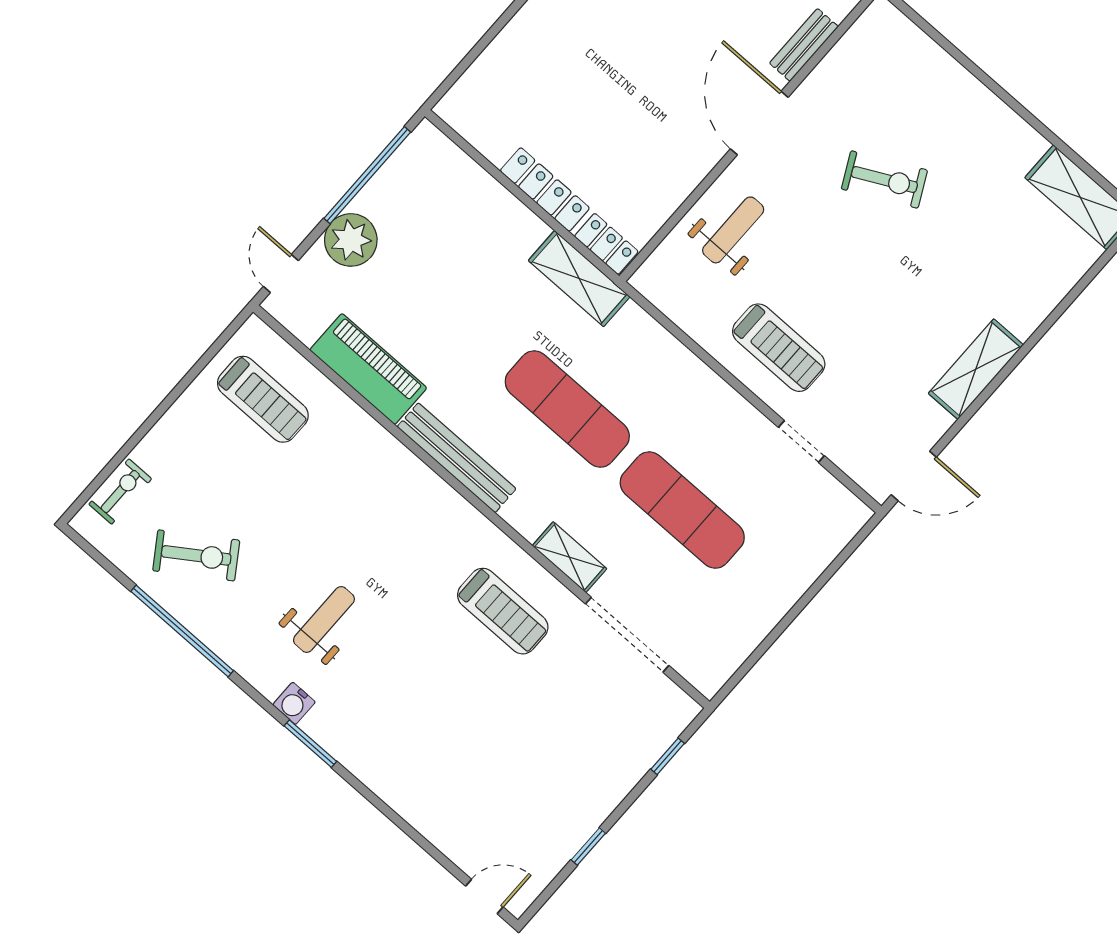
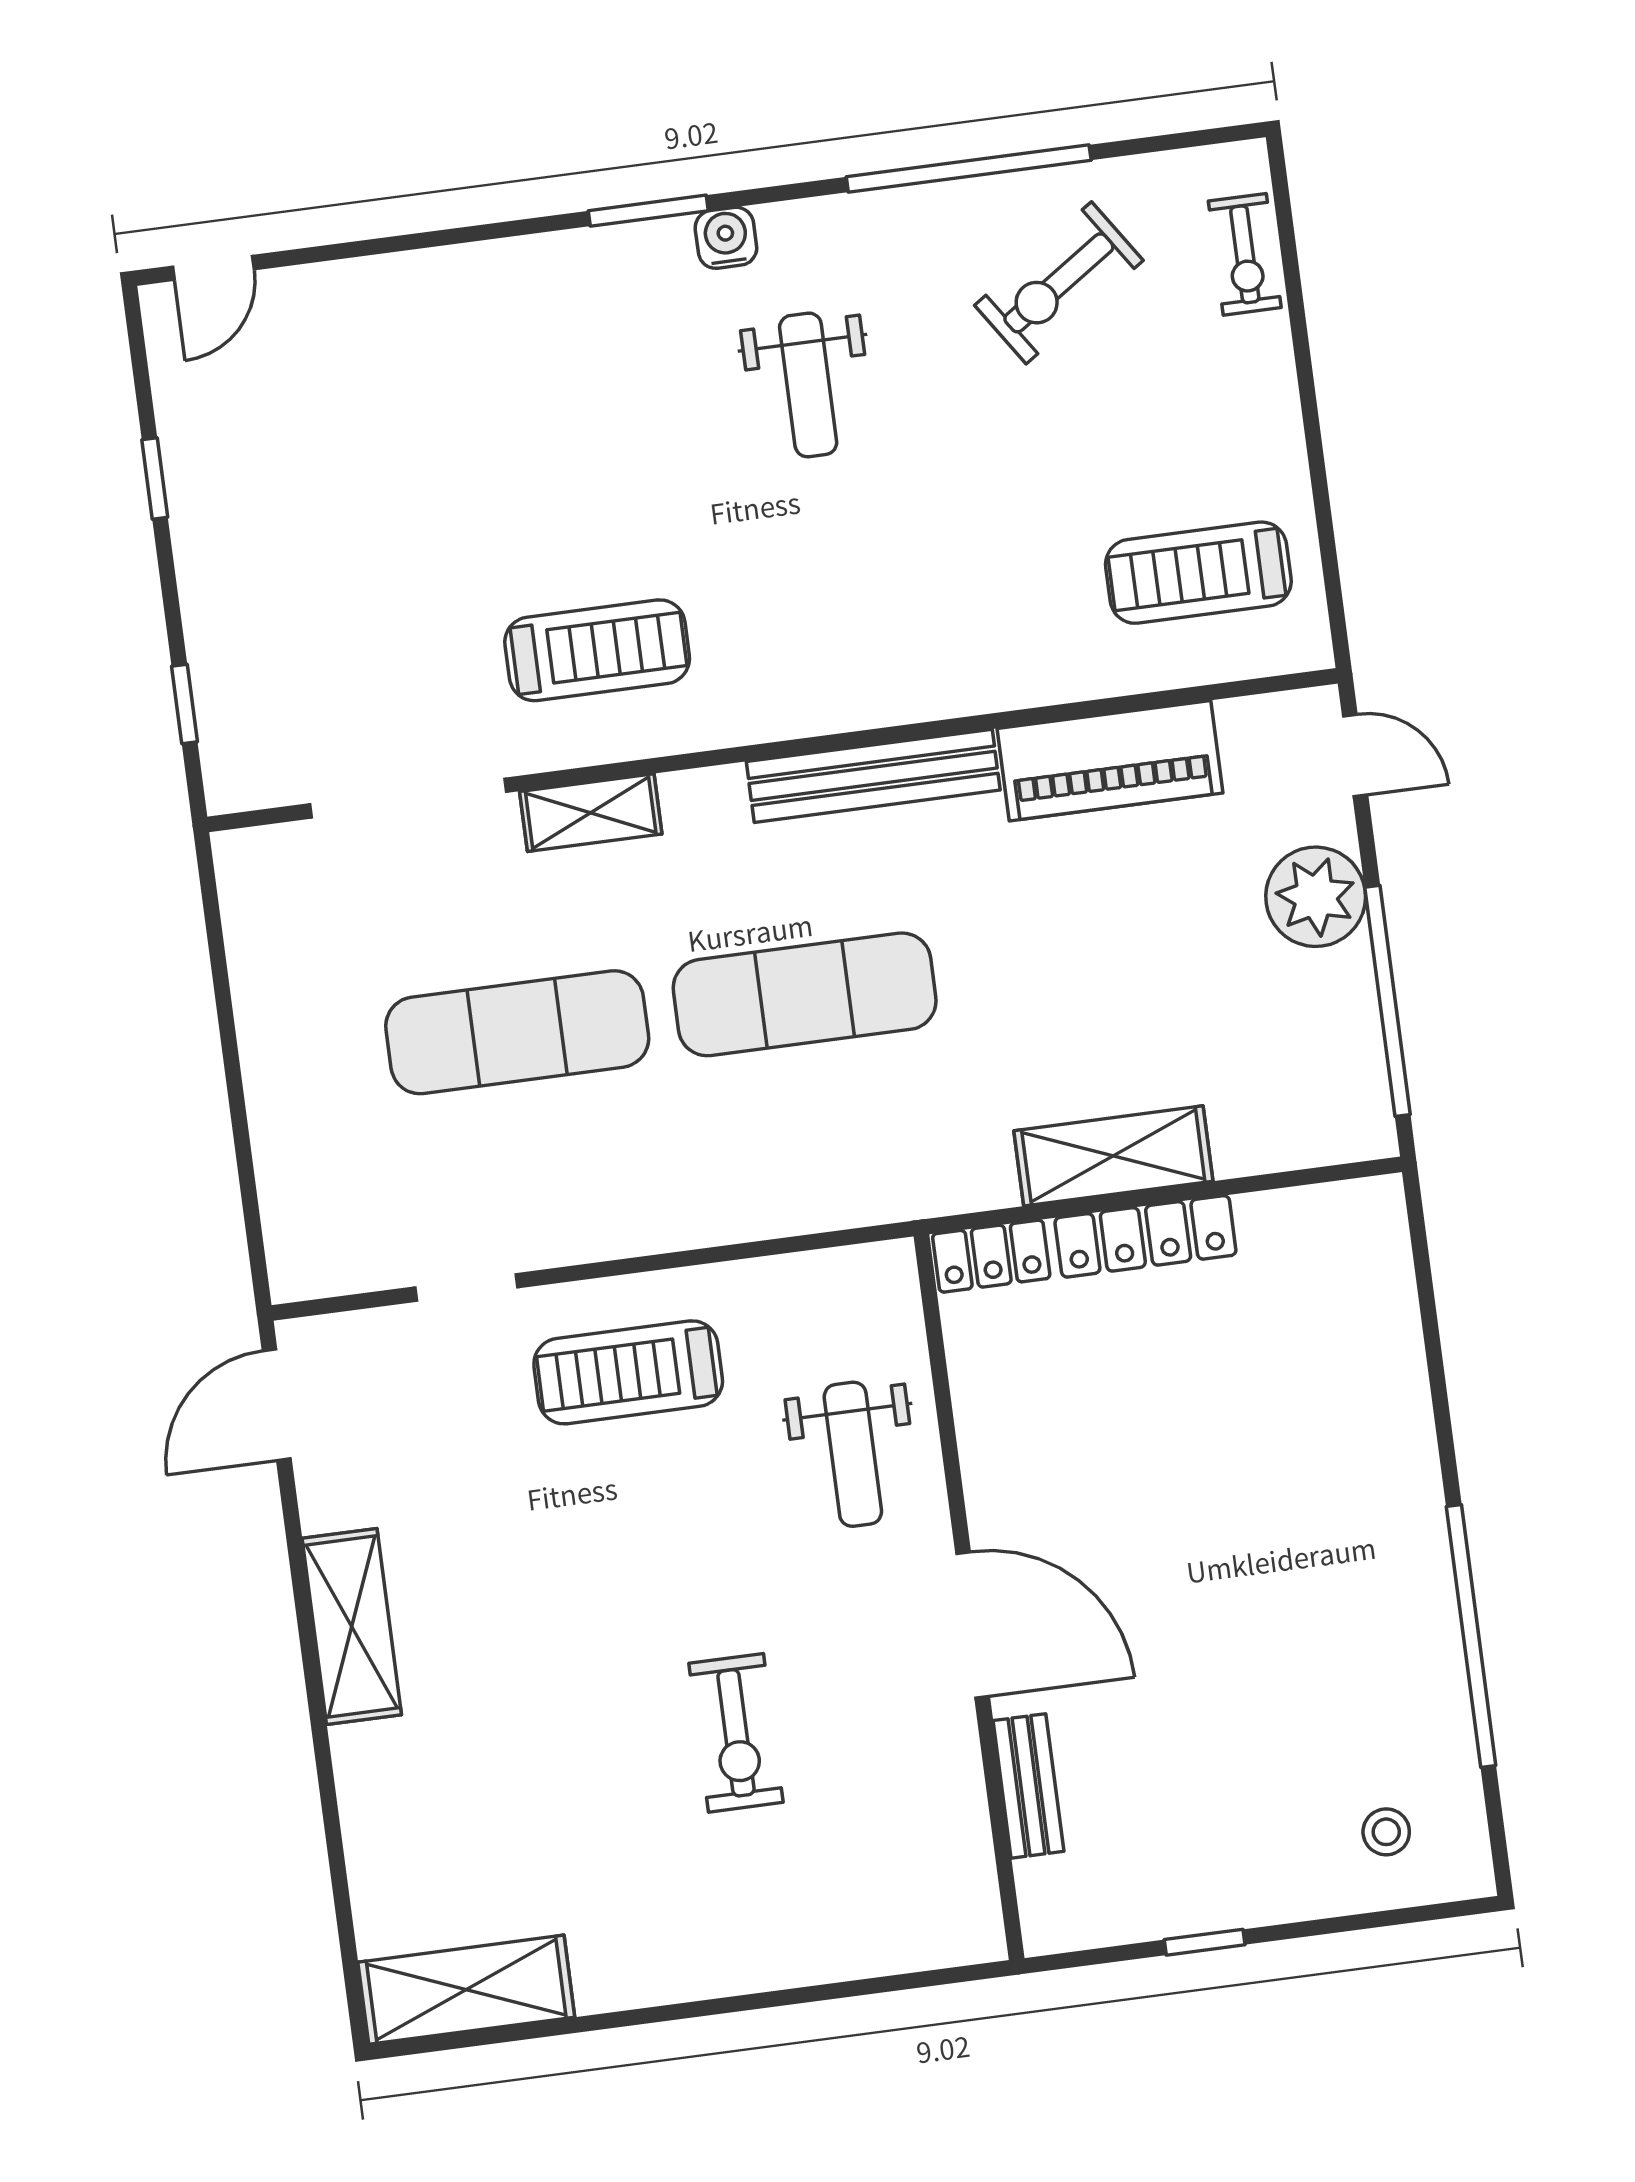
exercise bike: (884, 180) -> (736, 1733), turned -63
shelving: (579, 279) -> (1113, 1156), moved
treadmill: (503, 611) -> (597, 650), turned 180

